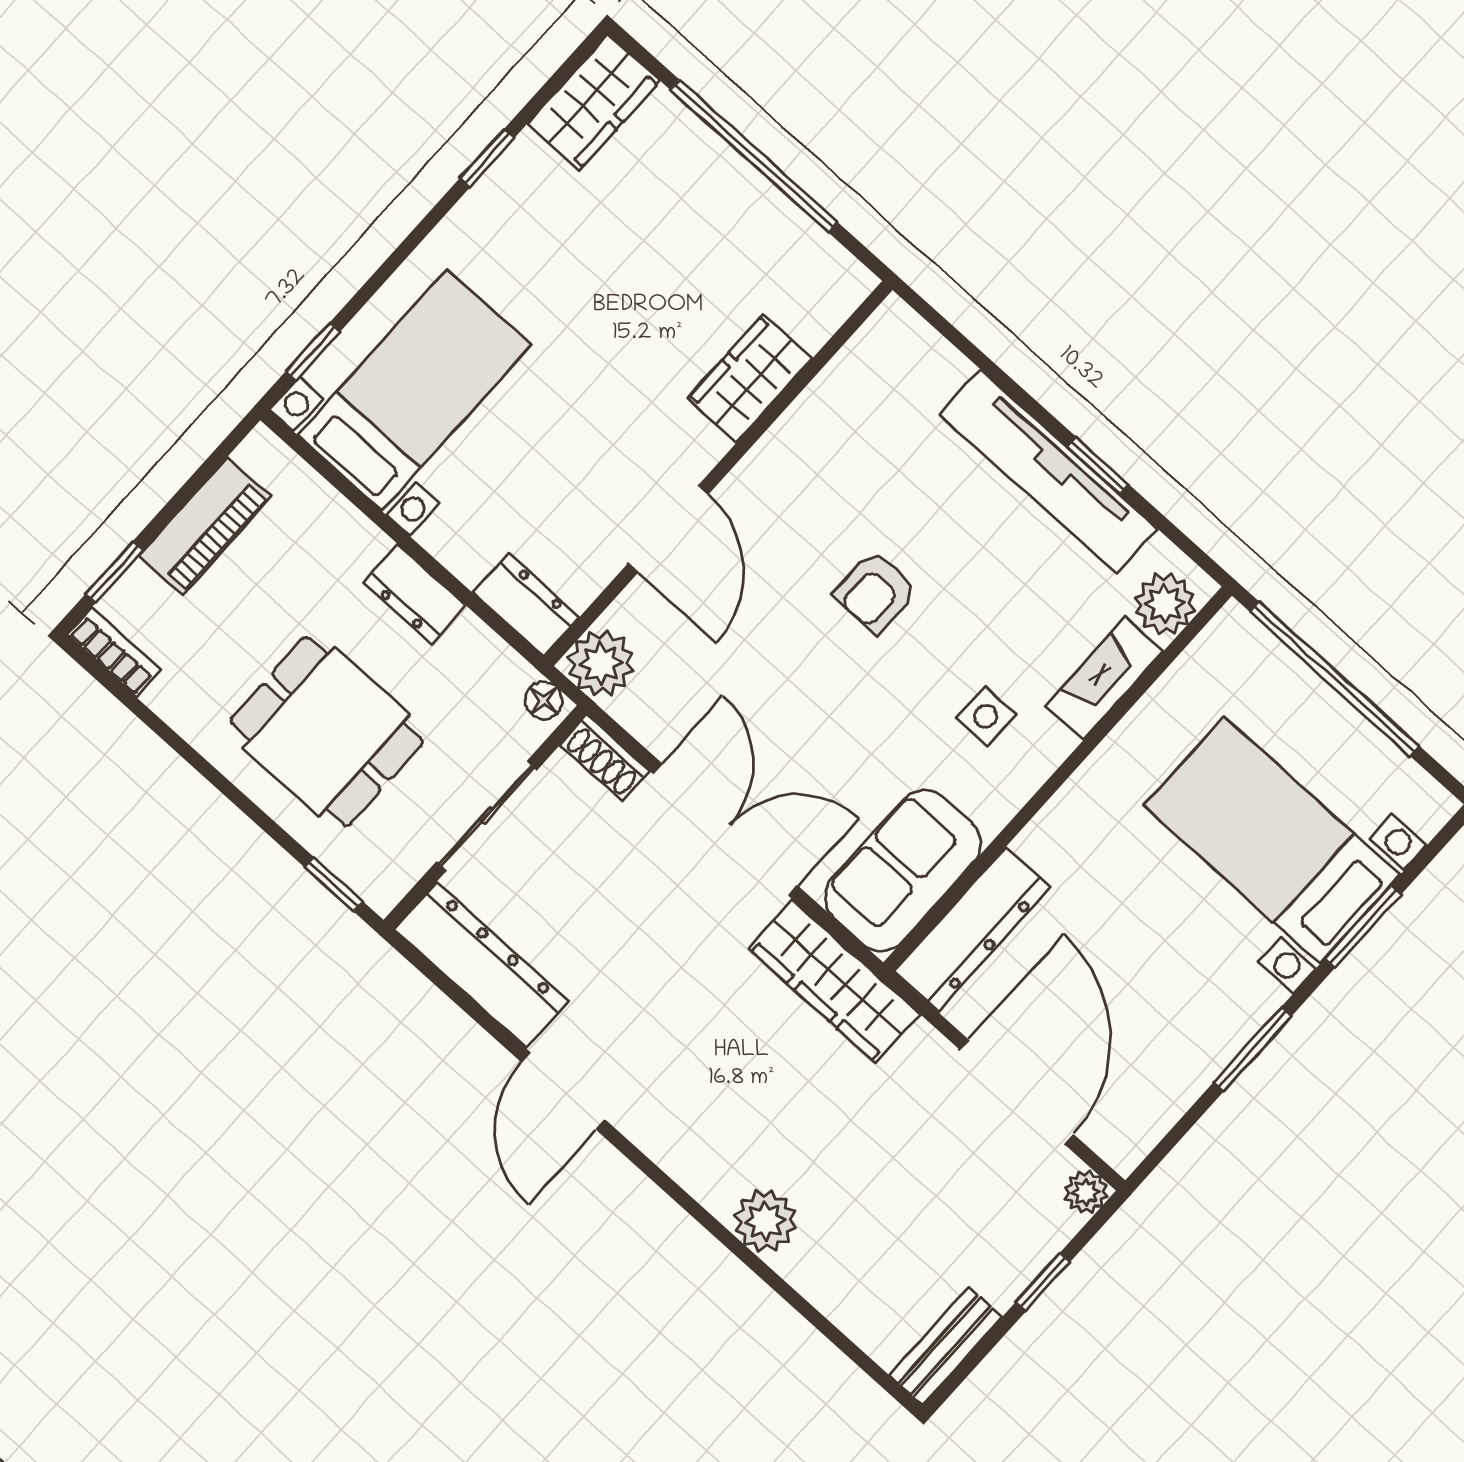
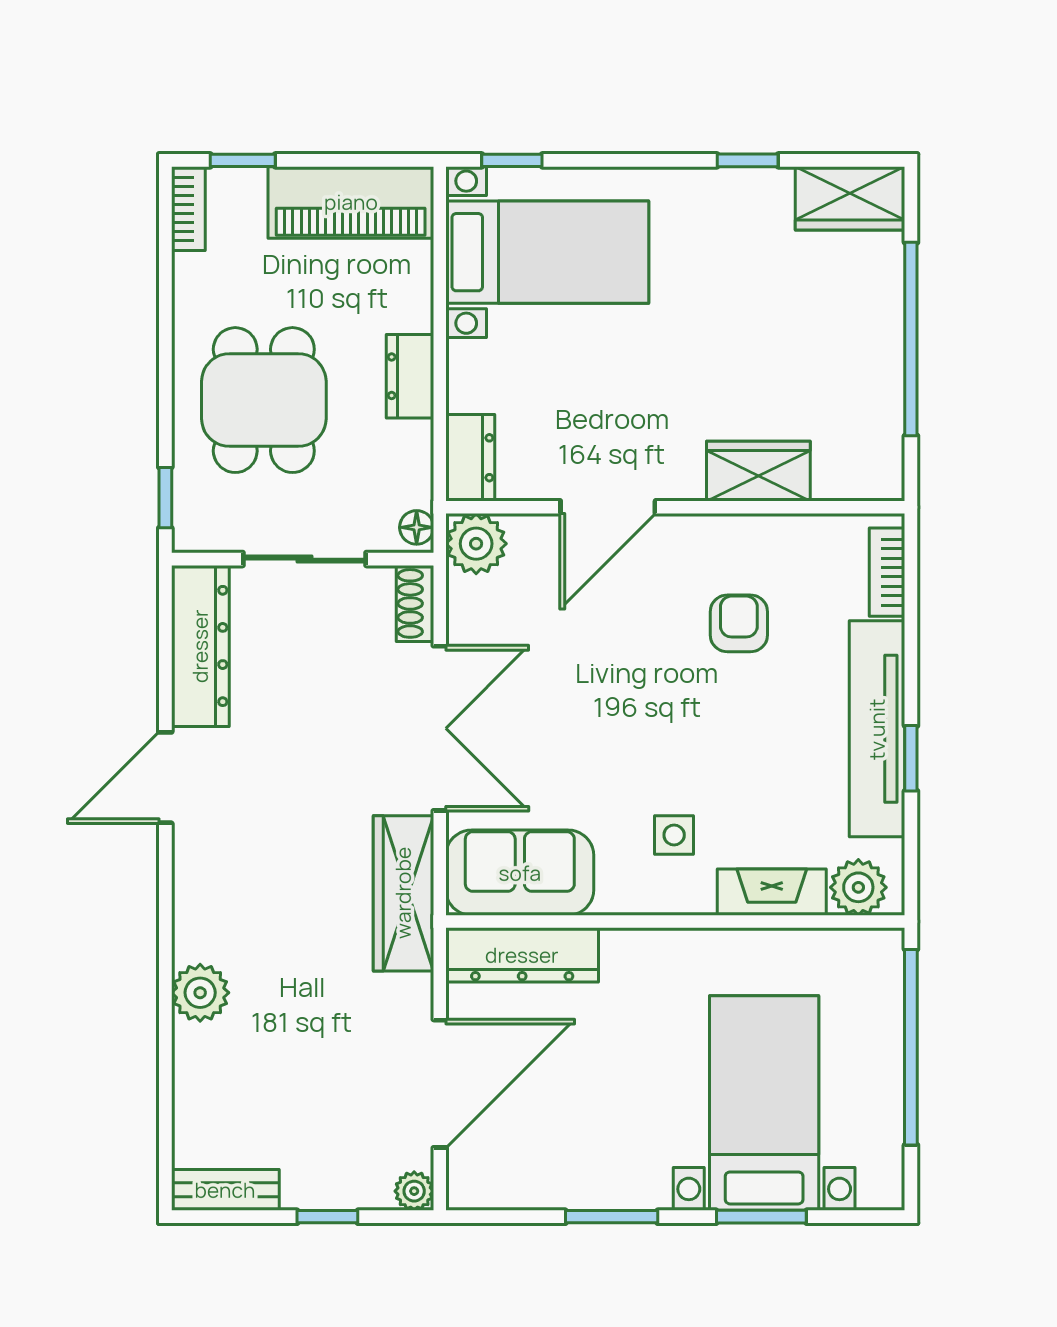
bookcase: (928, 348) -> (887, 572), added
piano: (205, 526) -> (351, 202), width x1.37, depth x1.33
armchair: (876, 592) -> (739, 623), moved, turned 90

